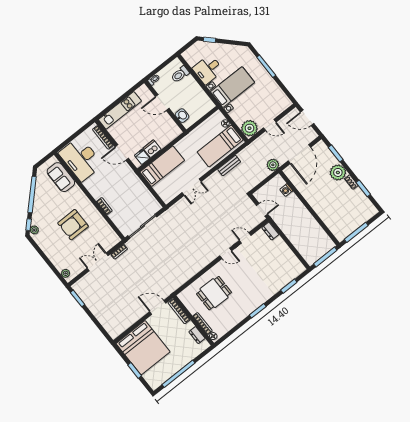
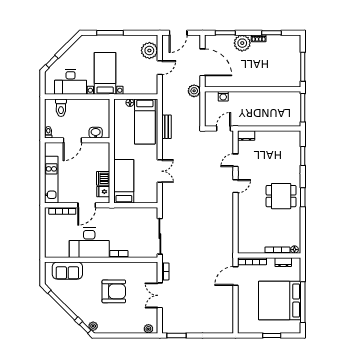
desk: (208, 69) -> (71, 82), width x1.37
plant: (249, 128) -> (149, 51), moved
desk: (81, 159) -> (89, 243), moved
armchair: (73, 225) -> (114, 291), turned -90
dining table: (214, 293) -> (281, 196), moved, turned 90
bed: (143, 348) -> (280, 301), moved, turned 180

